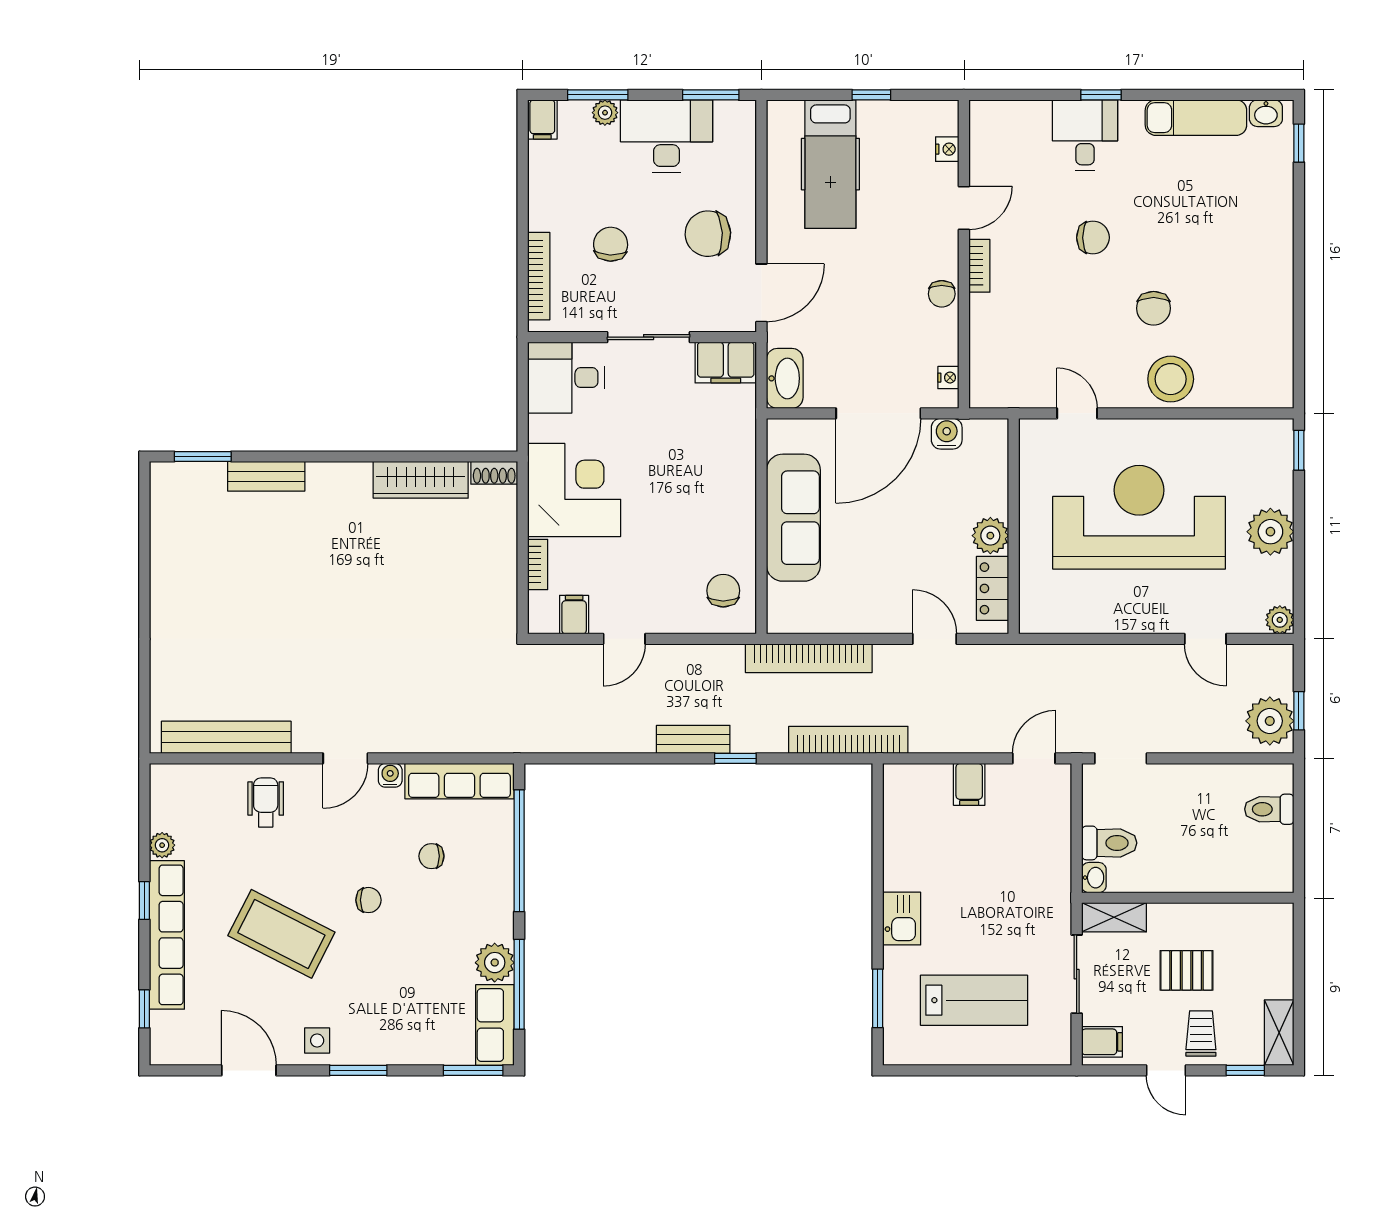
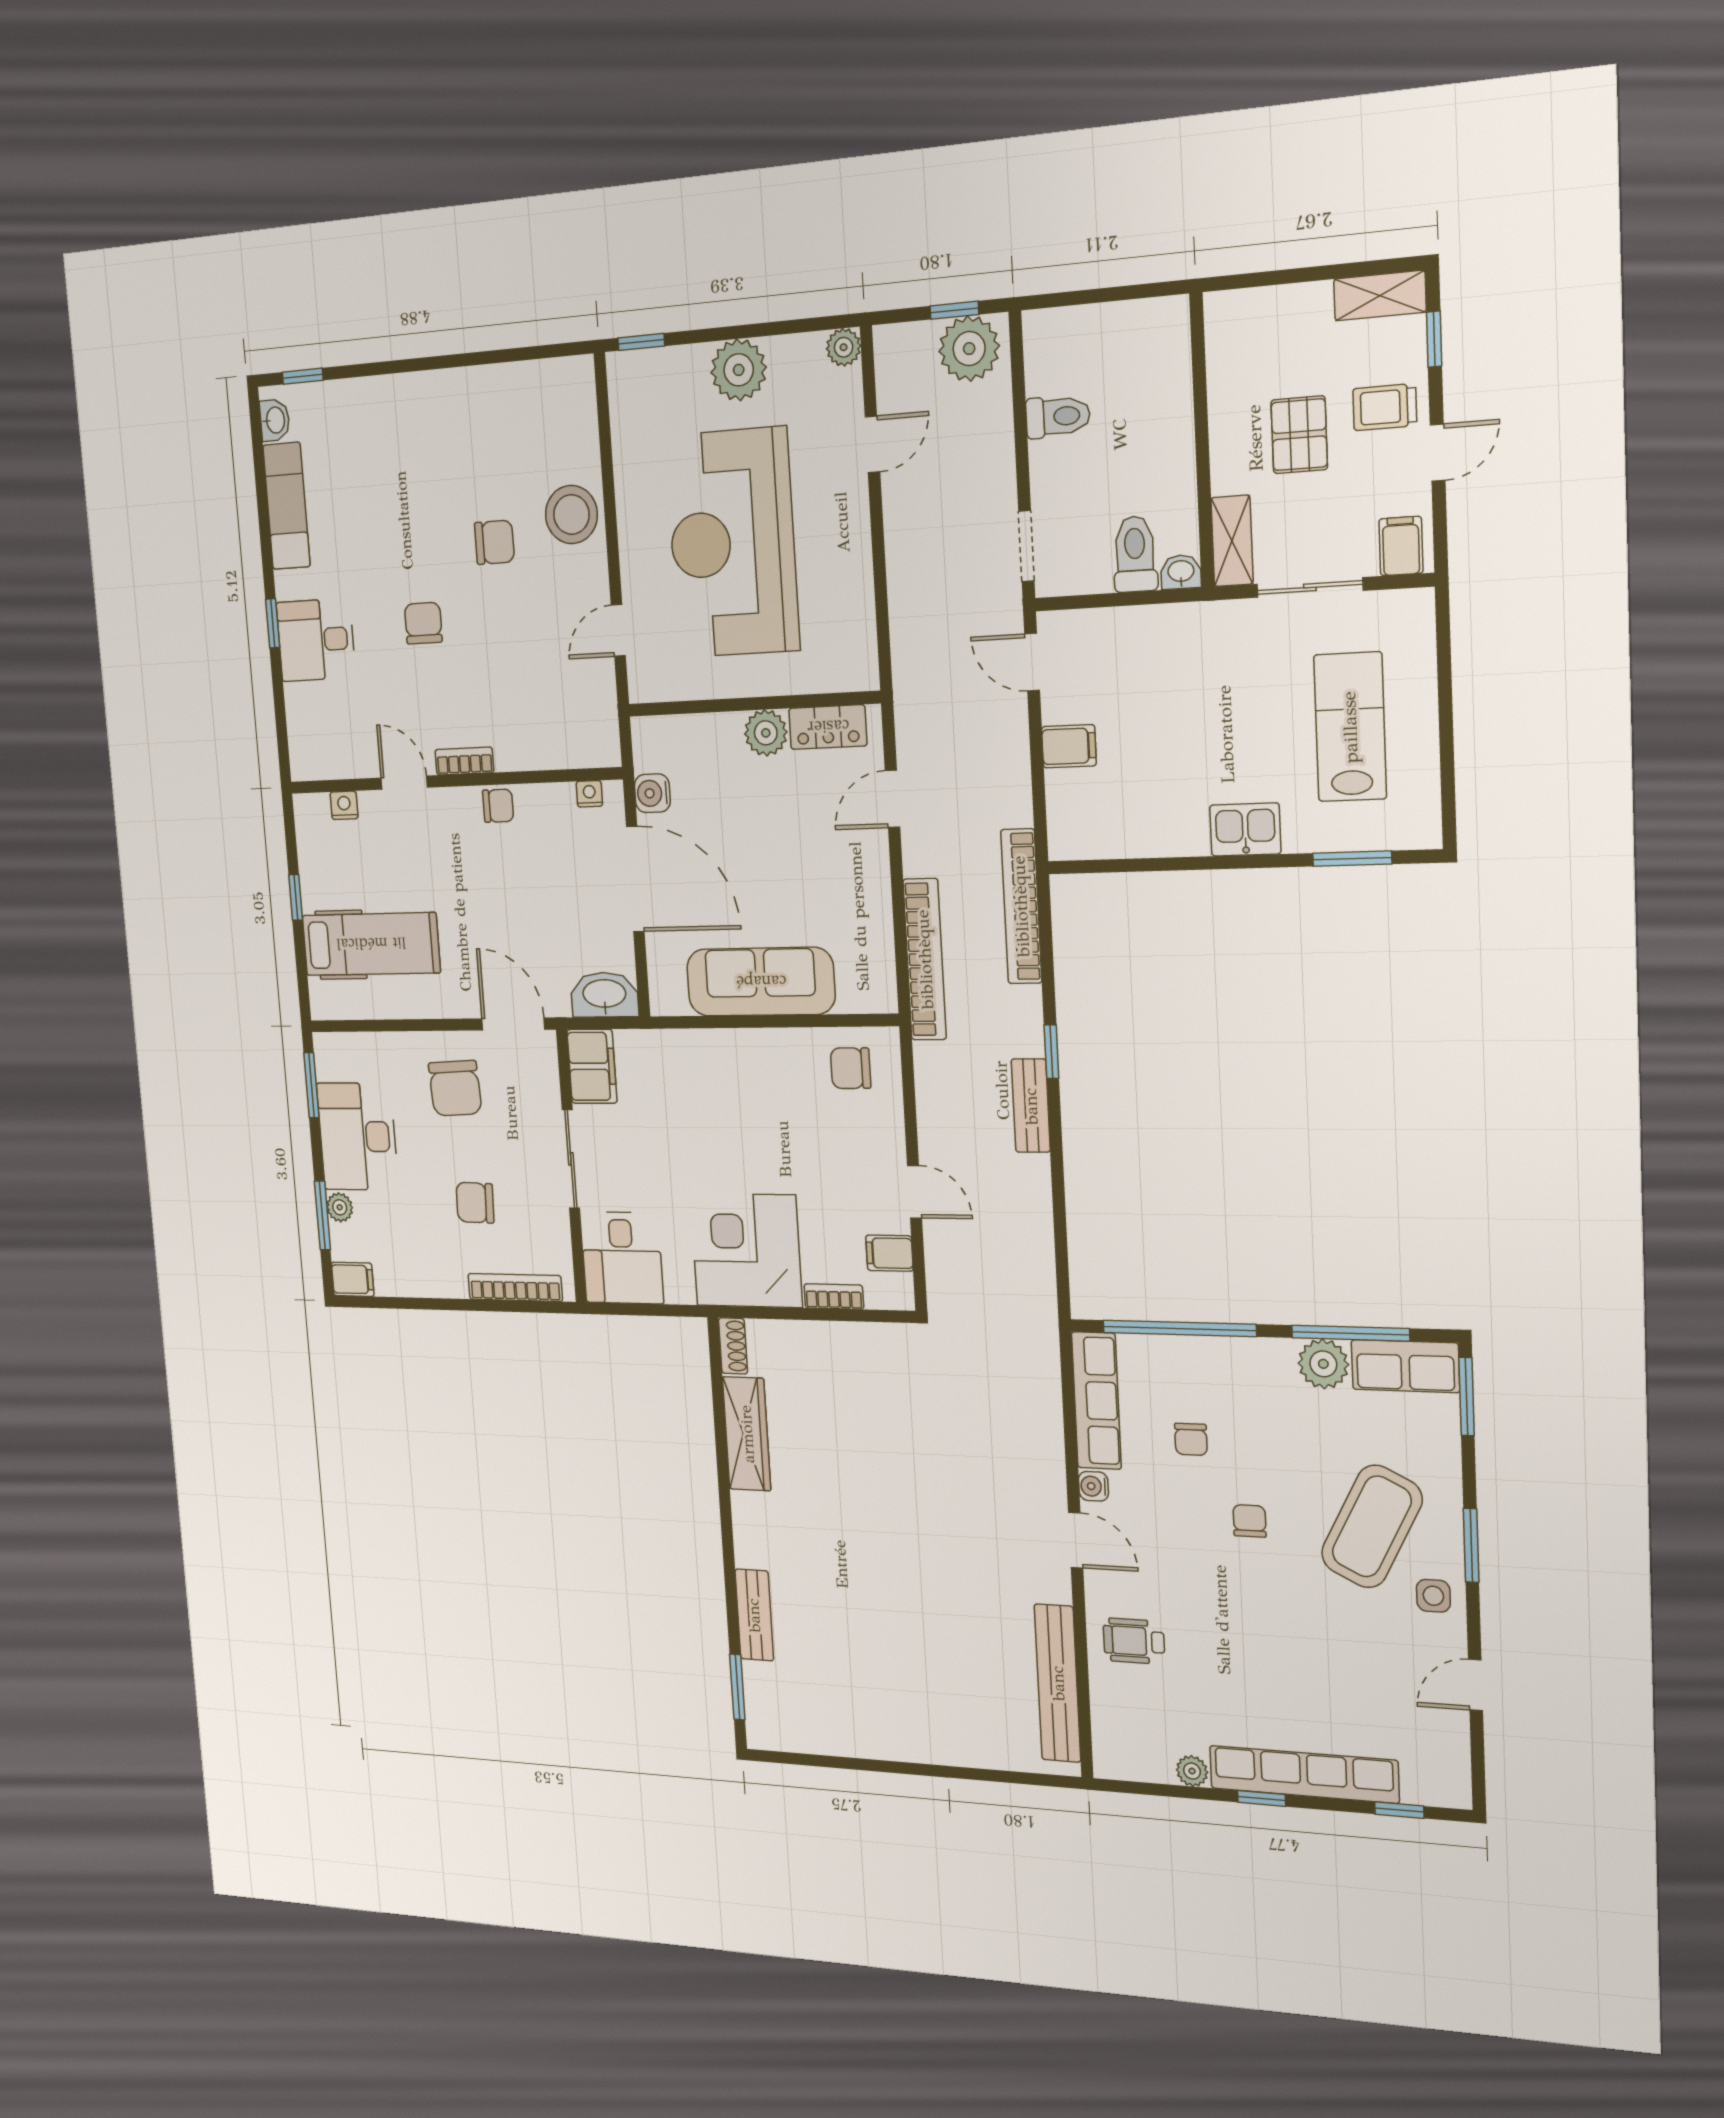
toilet: (1269, 809) -> (1058, 417), moved, turned -90
coffee table: (281, 934) -> (1372, 1526), moved
door: (249, 1070) -> (1475, 1685), width x0.73

